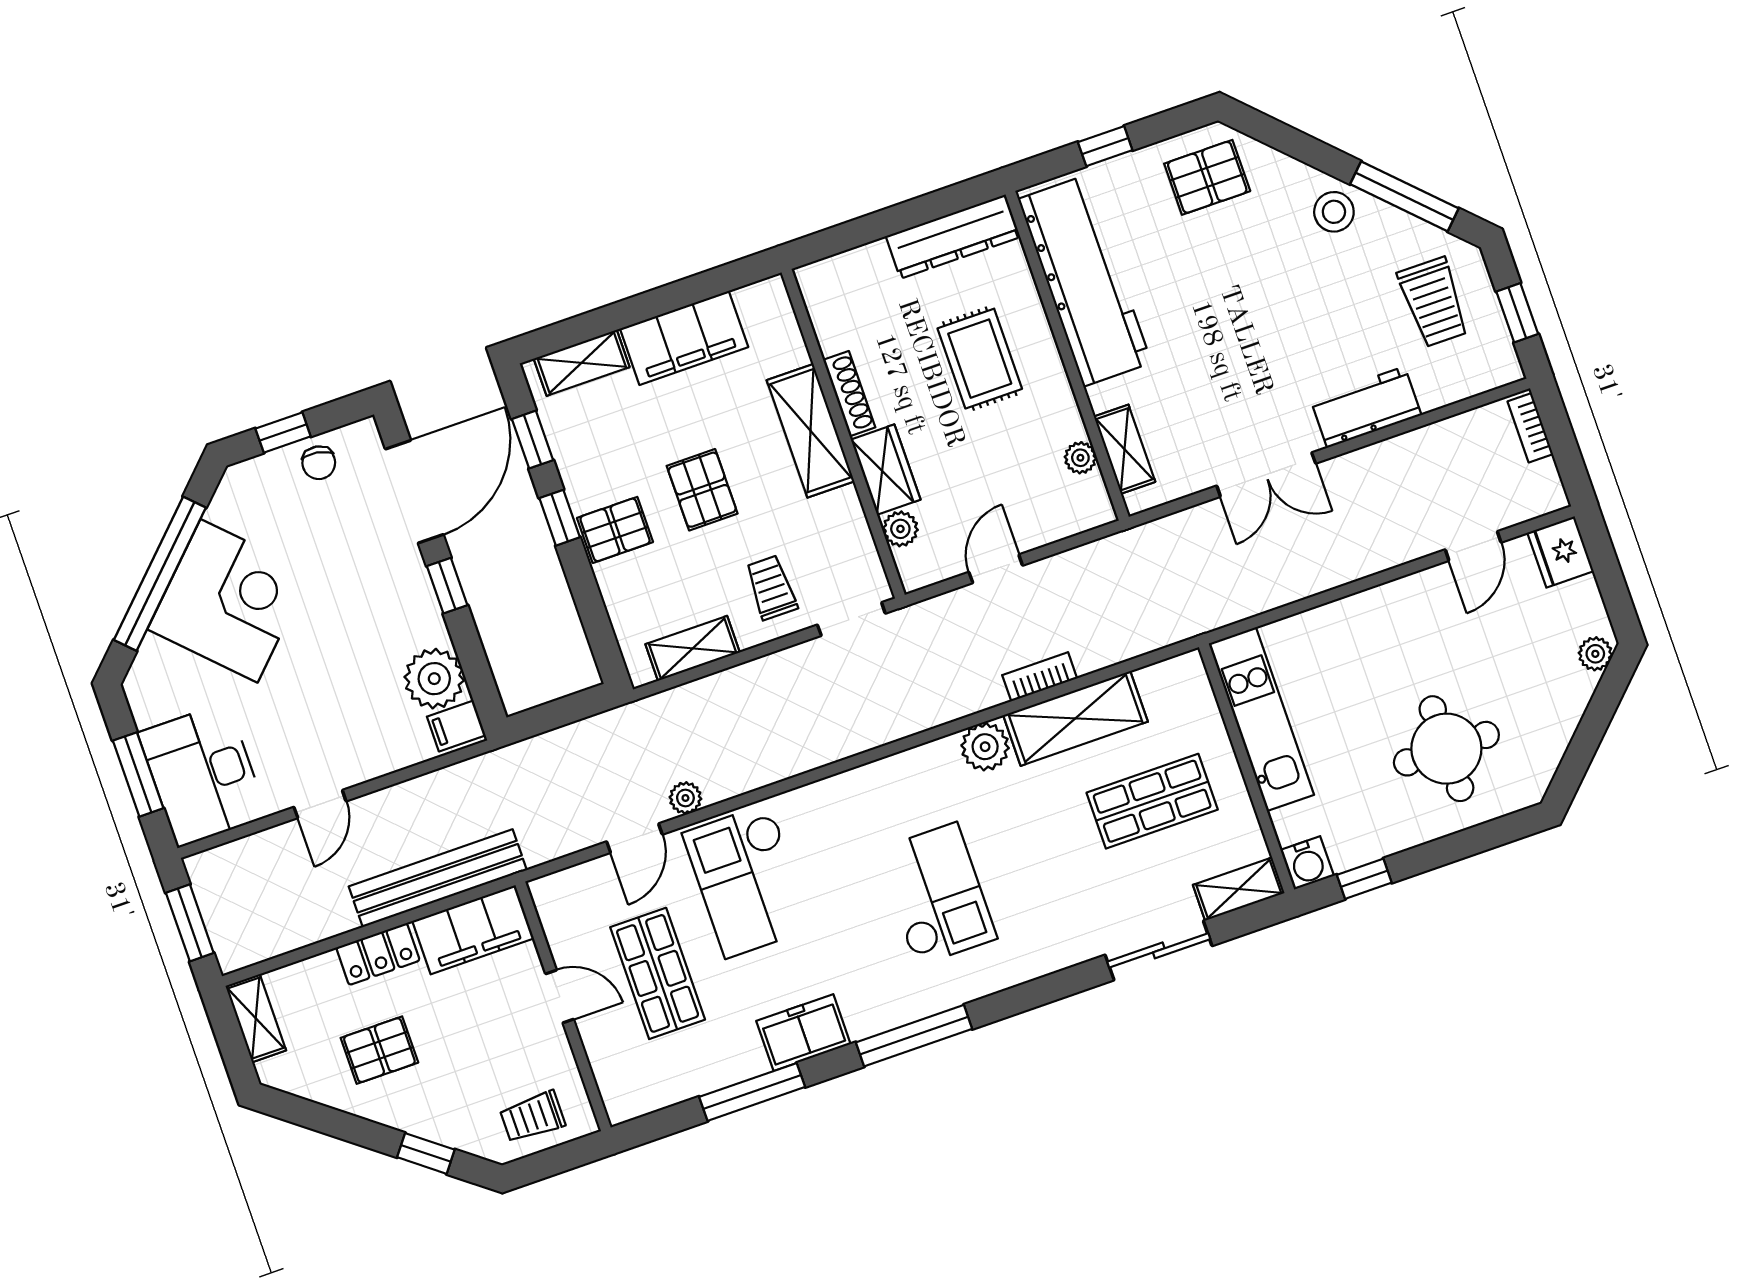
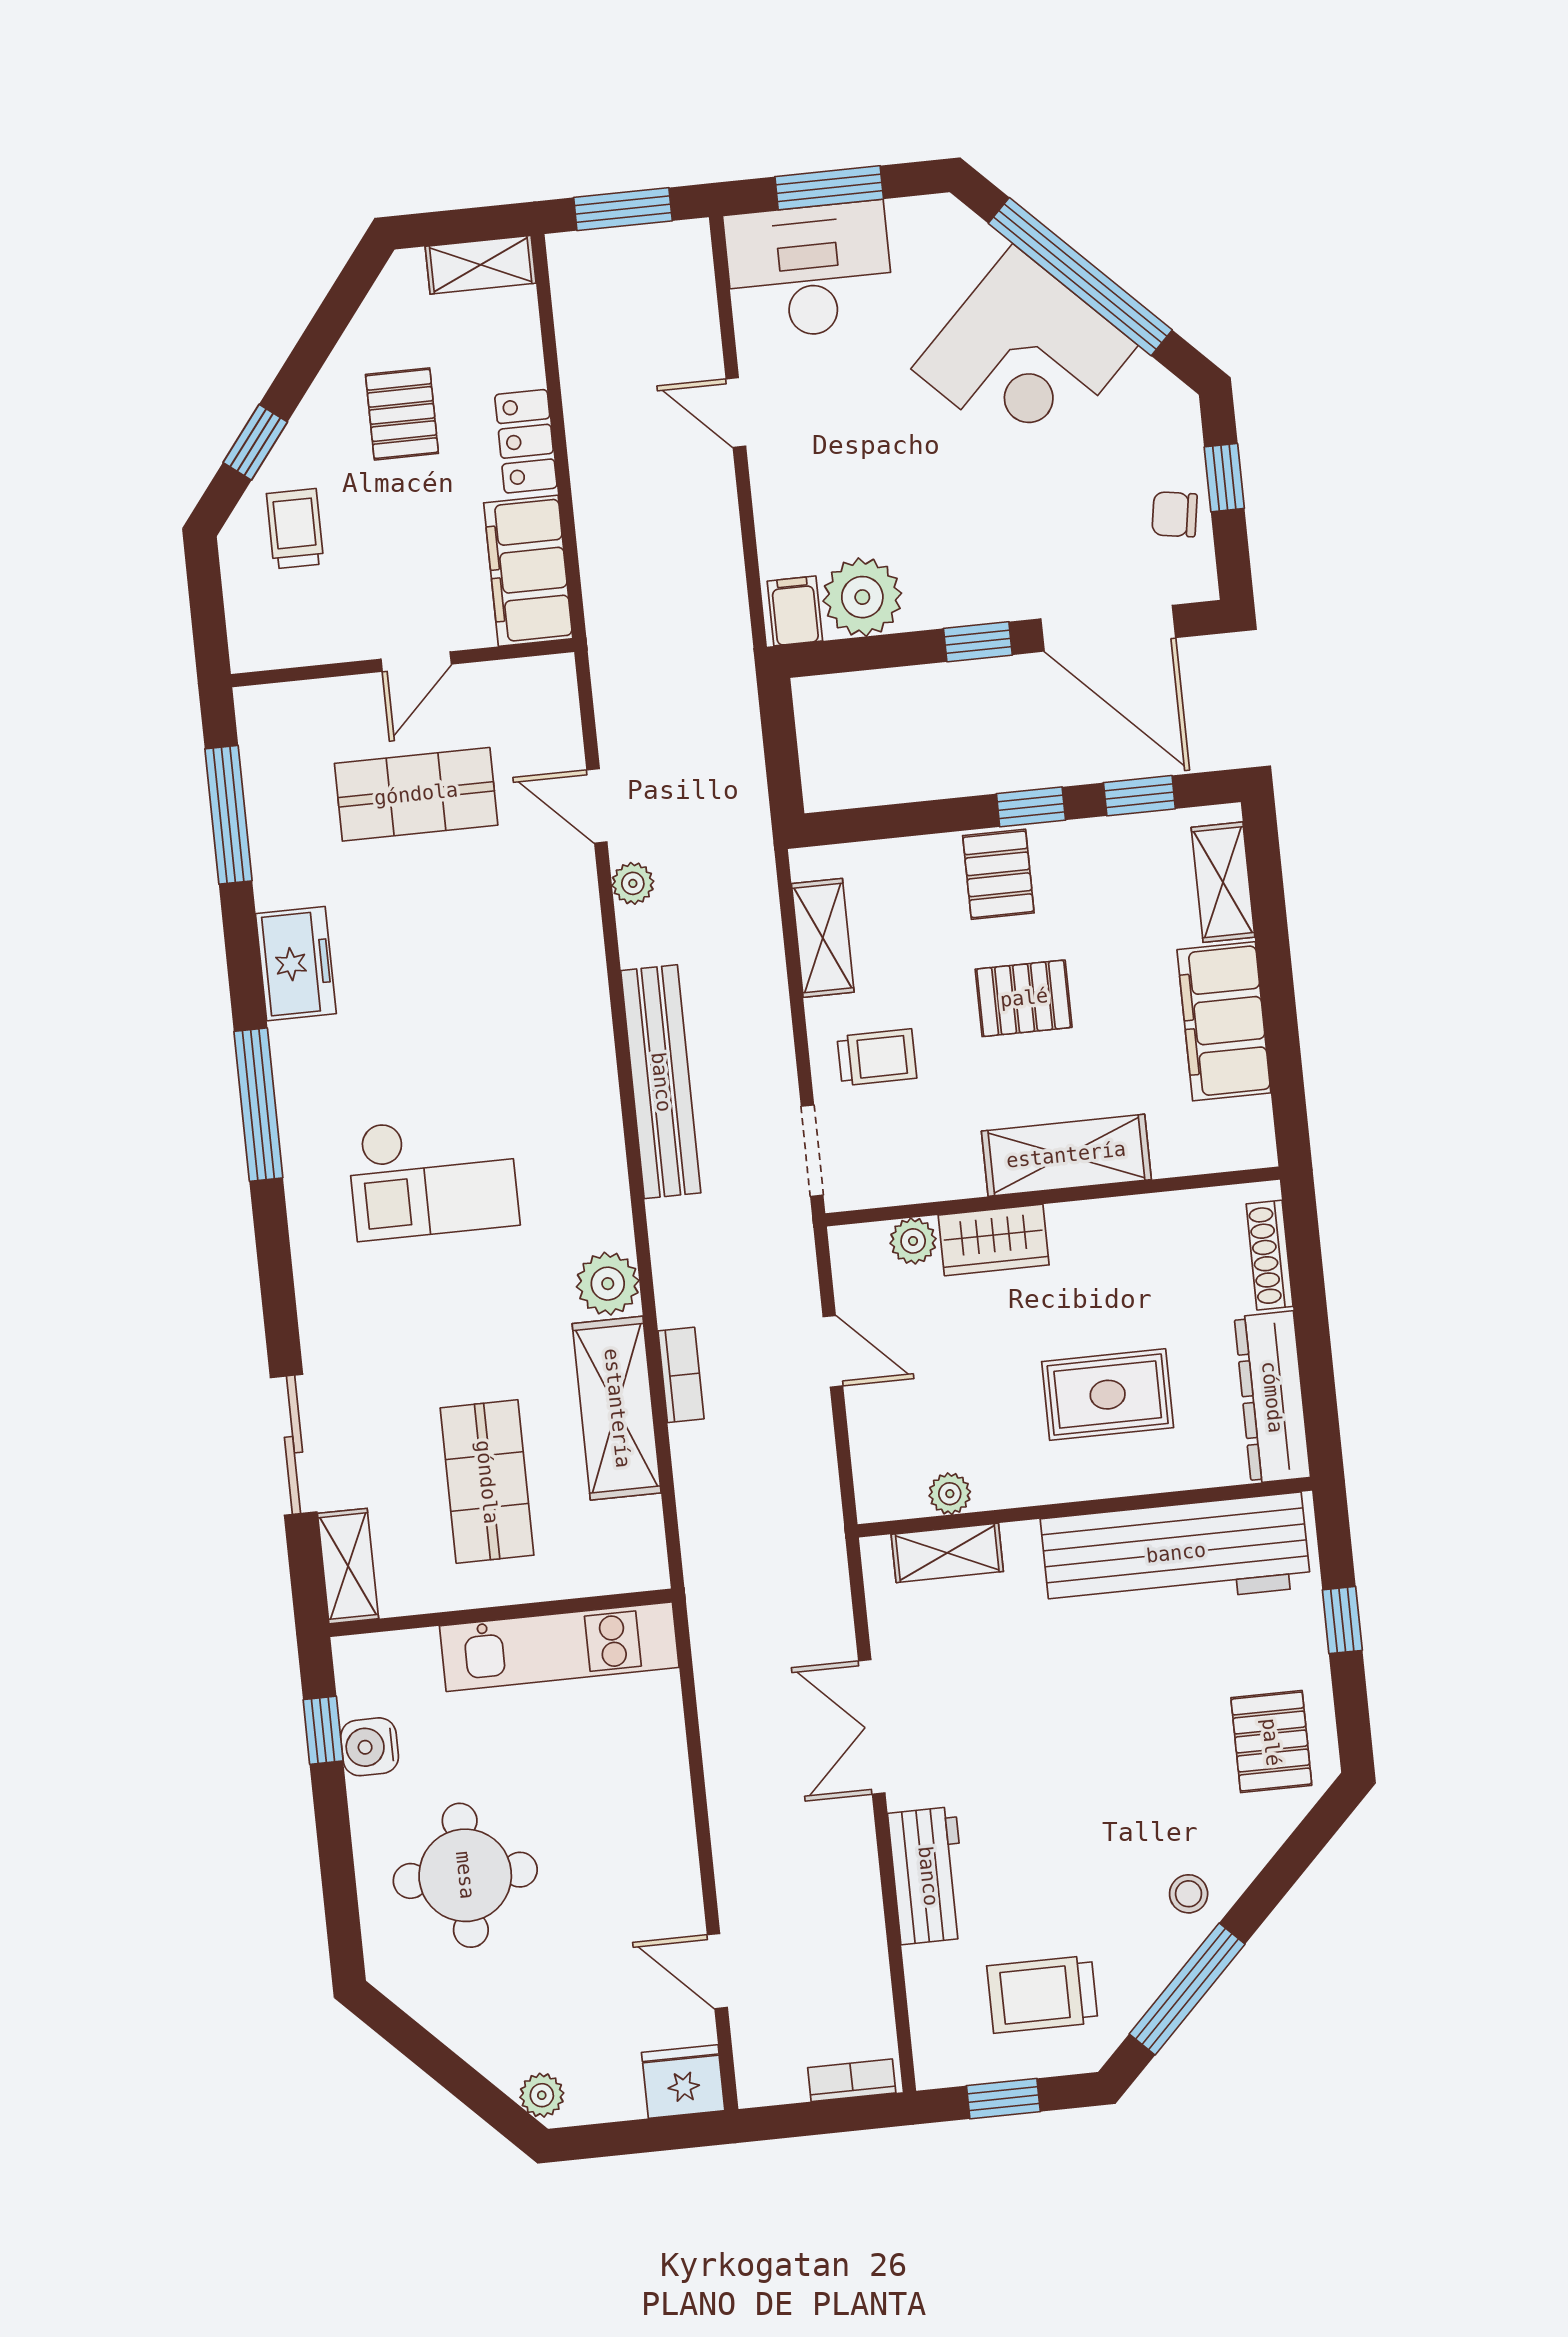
stool: (1334, 212) -> (1189, 1894), width x0.73, depth x0.73
shoe rack: (849, 394) -> (1270, 1255), moved, turned 90
water cooler: (1307, 863) -> (370, 1747), moved
bench: (438, 878) -> (661, 1082), moved
checkout: (748, 881) -> (508, 938), removed
window: (752, 1092) -> (228, 815), moved
trolley: (532, 1117) -> (295, 529), moved

